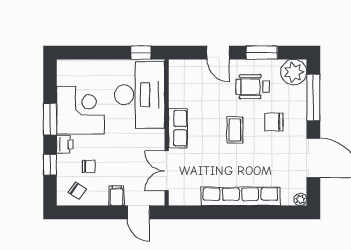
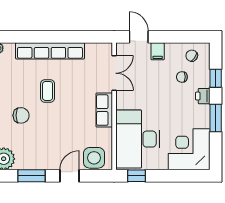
door: (218, 53) -> (70, 176), hinge flipped
side table: (190, 73) -> (94, 158), added
wheelchair: (253, 87) -> (39, 146), removed
corner desk: (80, 110) -> (189, 149), moved, turned 90
coffee table: (235, 130) -> (48, 91), moved

